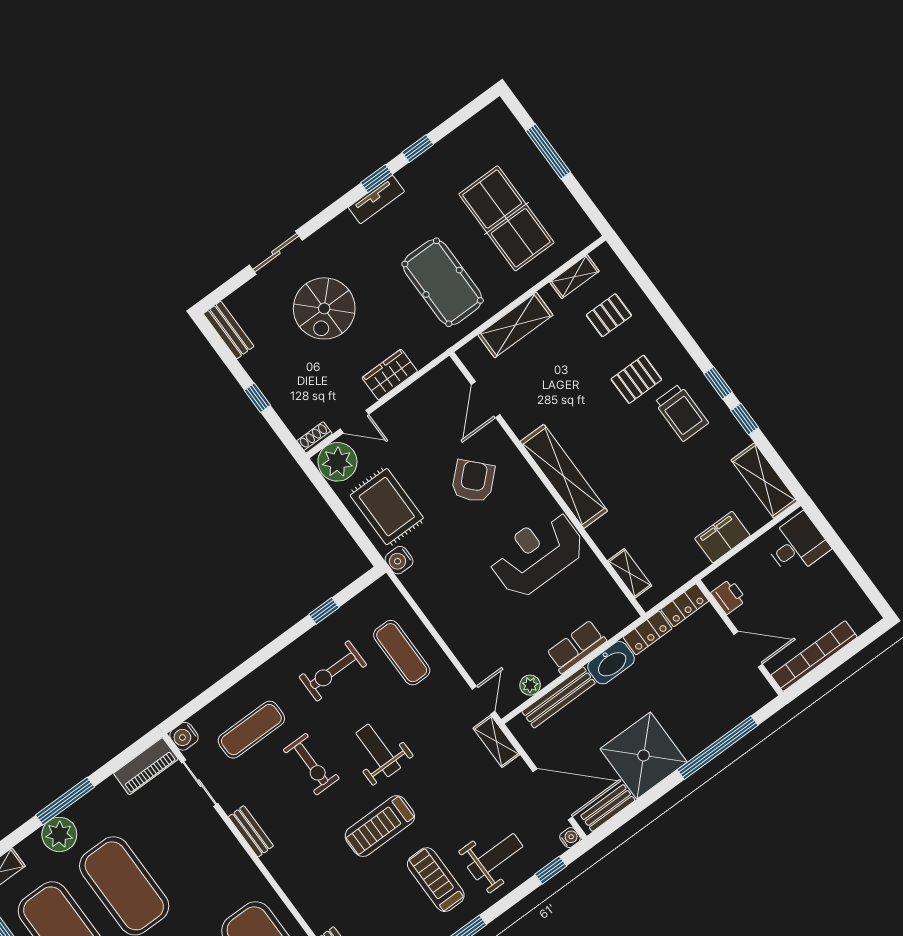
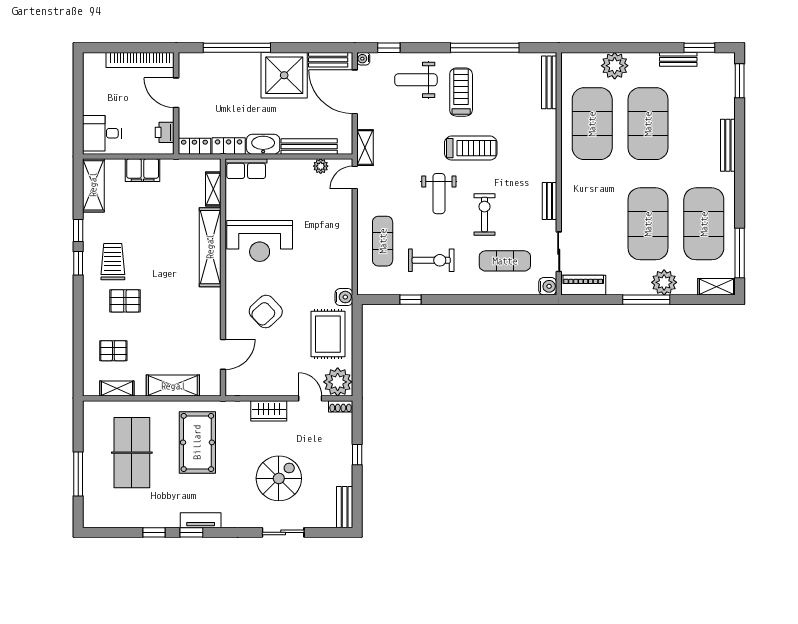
shelving: (564, 476) -> (210, 247), moved
row of seats: (576, 647) -> (246, 169), moved
treadmill: (436, 880) -> (461, 92), turned 180

